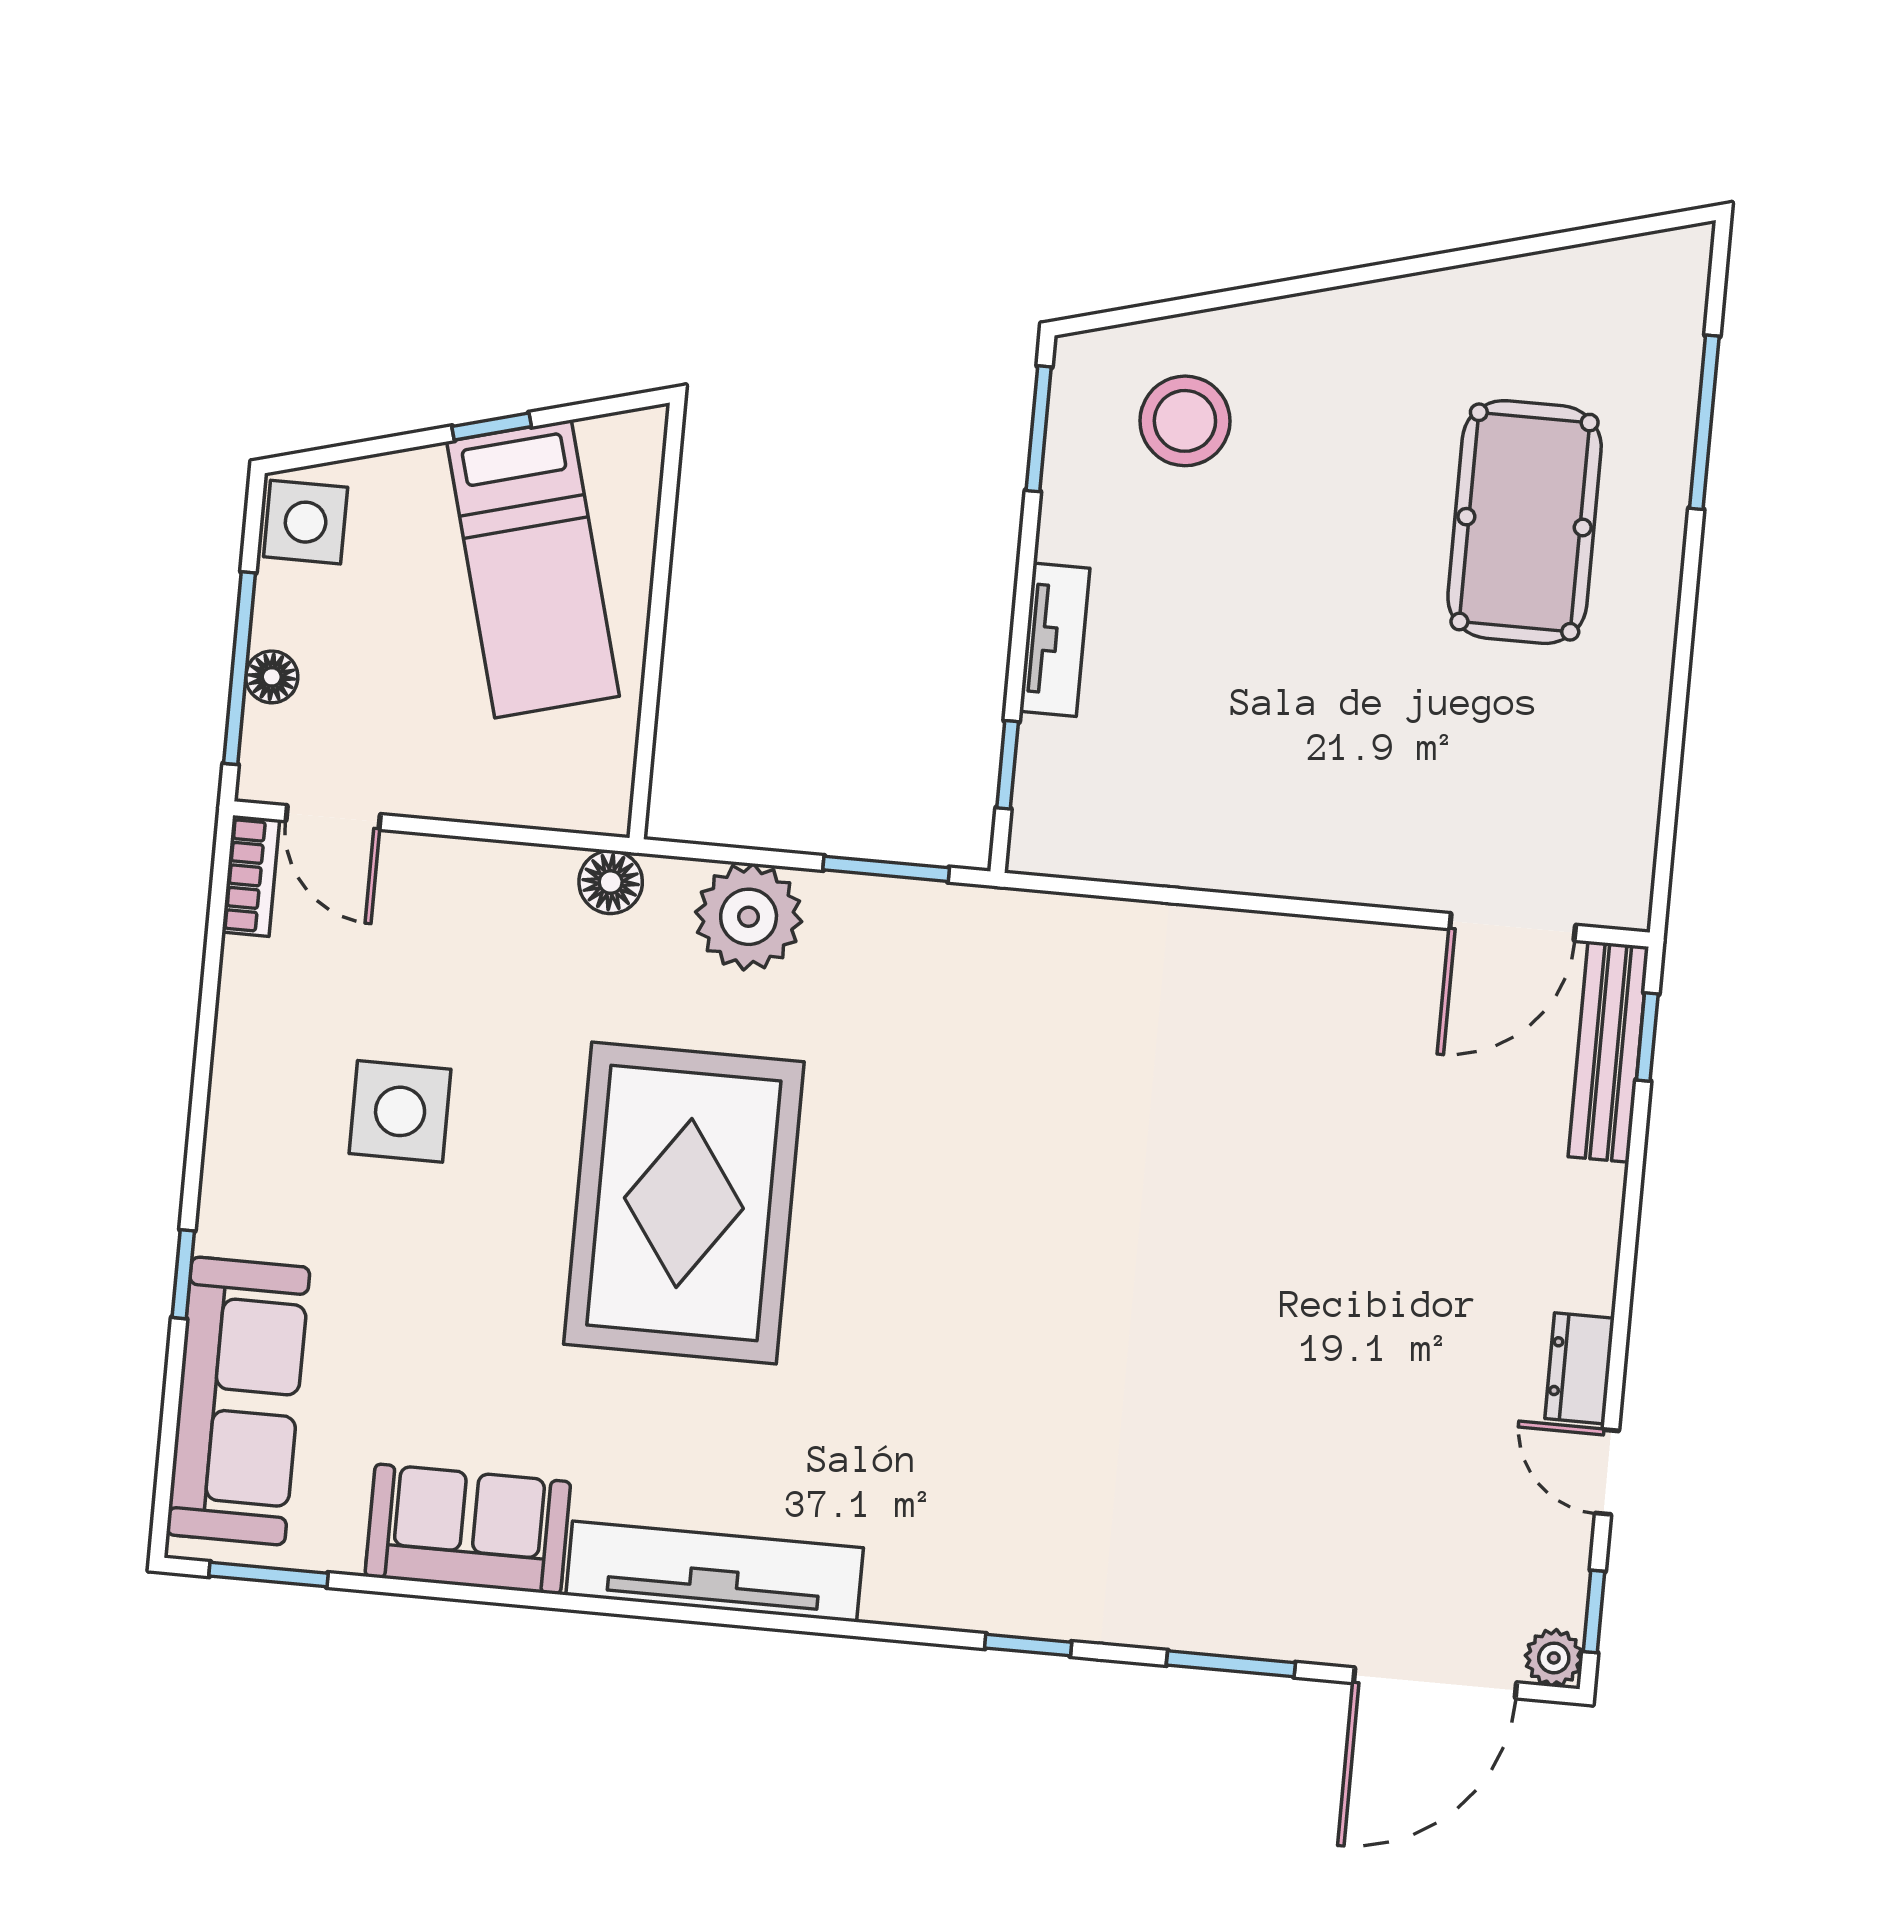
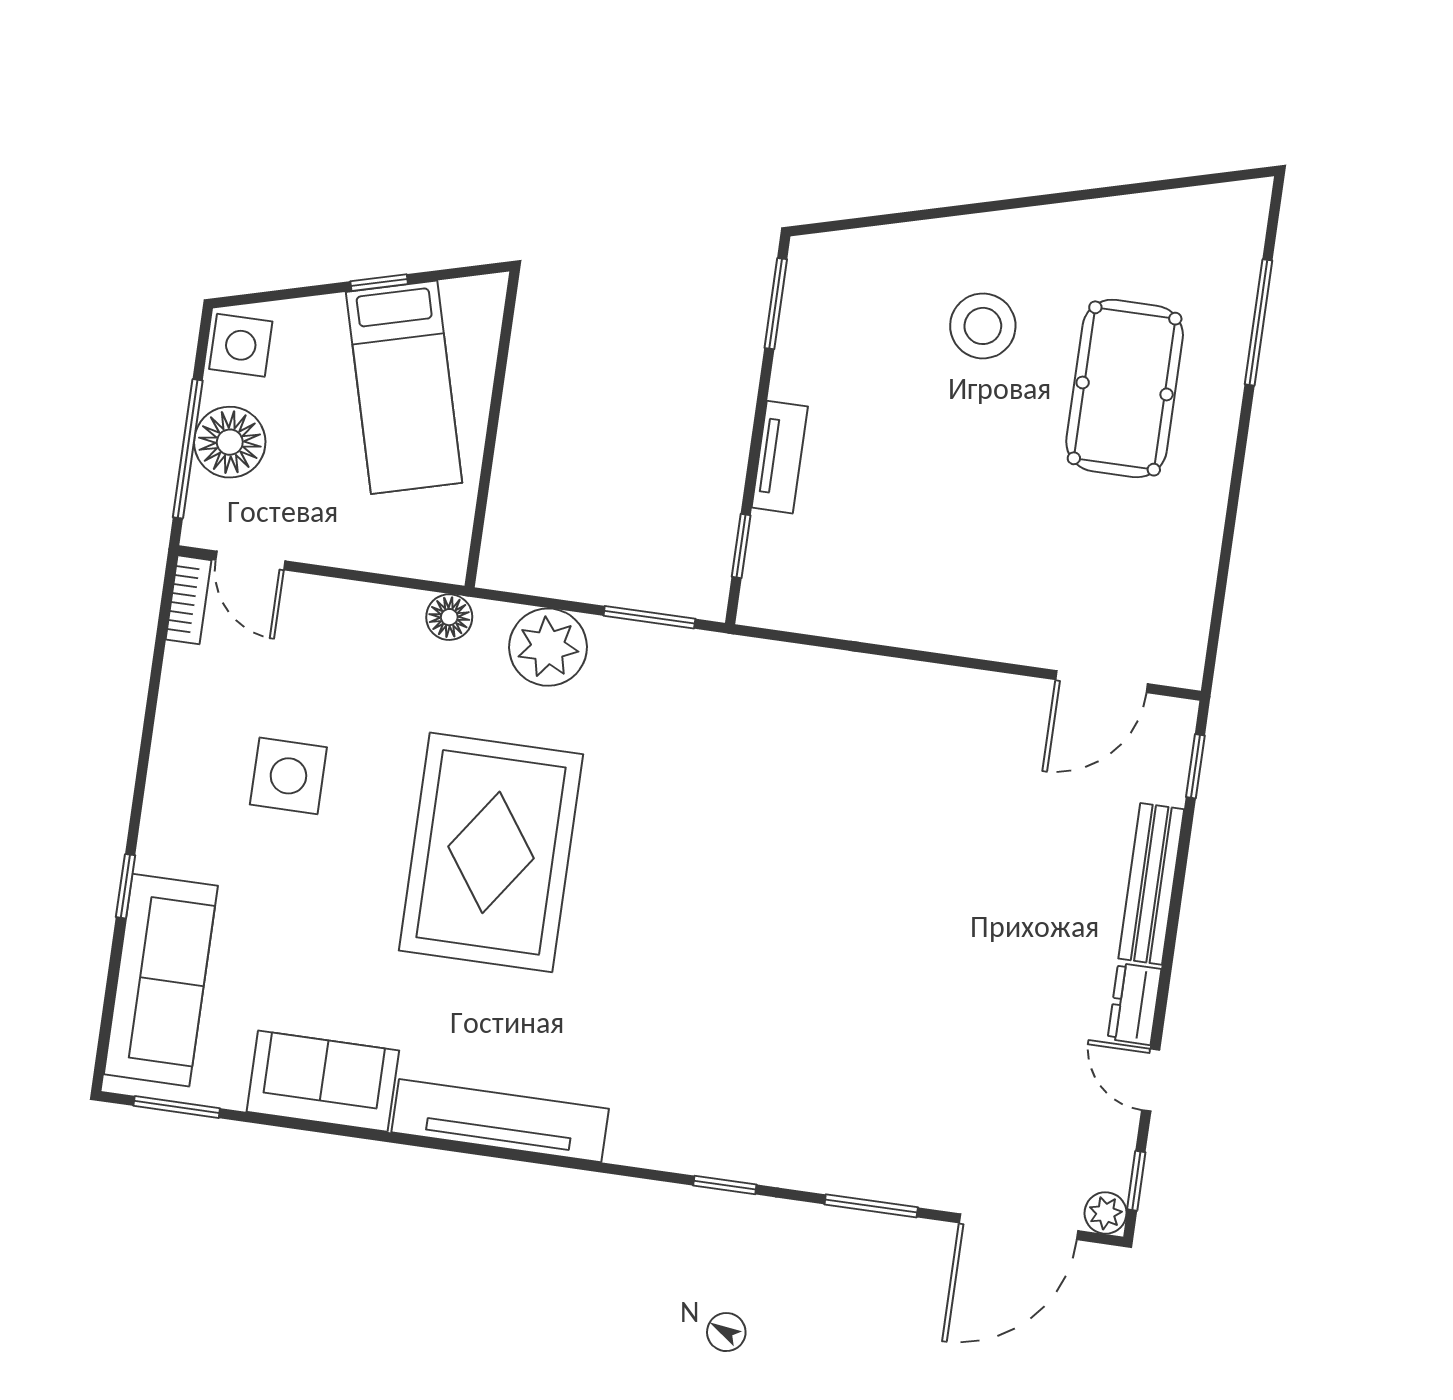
stool: (1185, 421) -> (983, 326), moved
floor lamp: (272, 677) -> (230, 442), width x1.89, depth x1.89
bench: (1608, 1052) -> (1151, 884), moved

